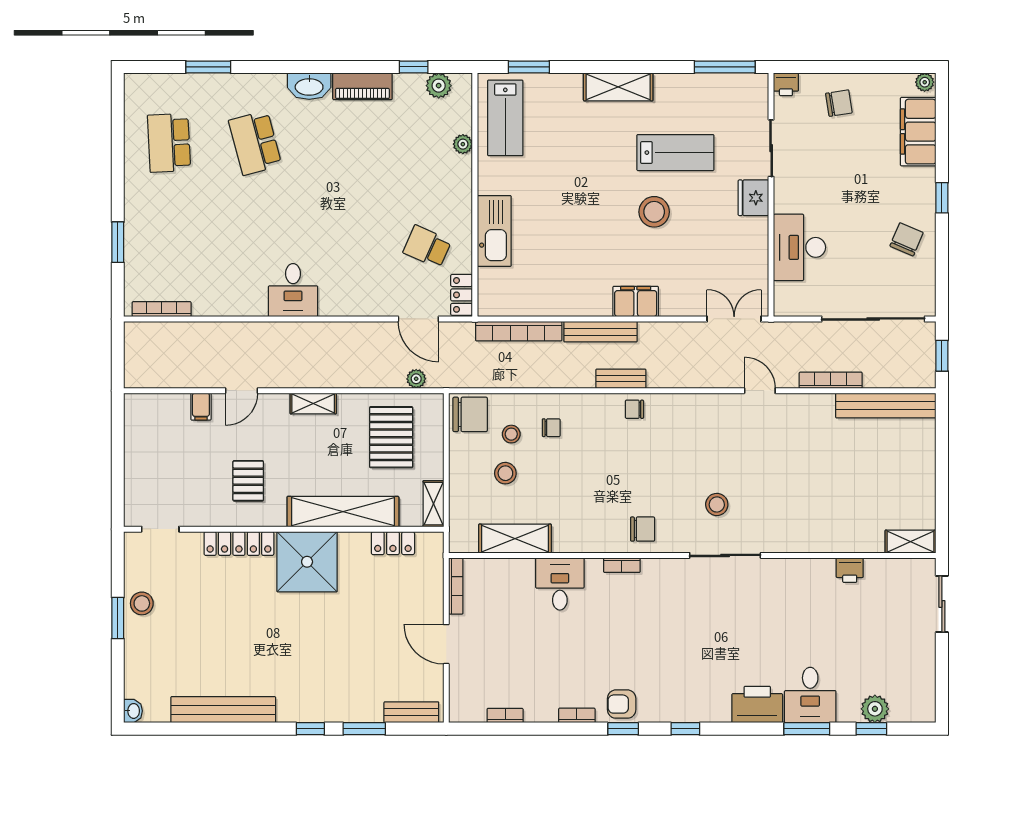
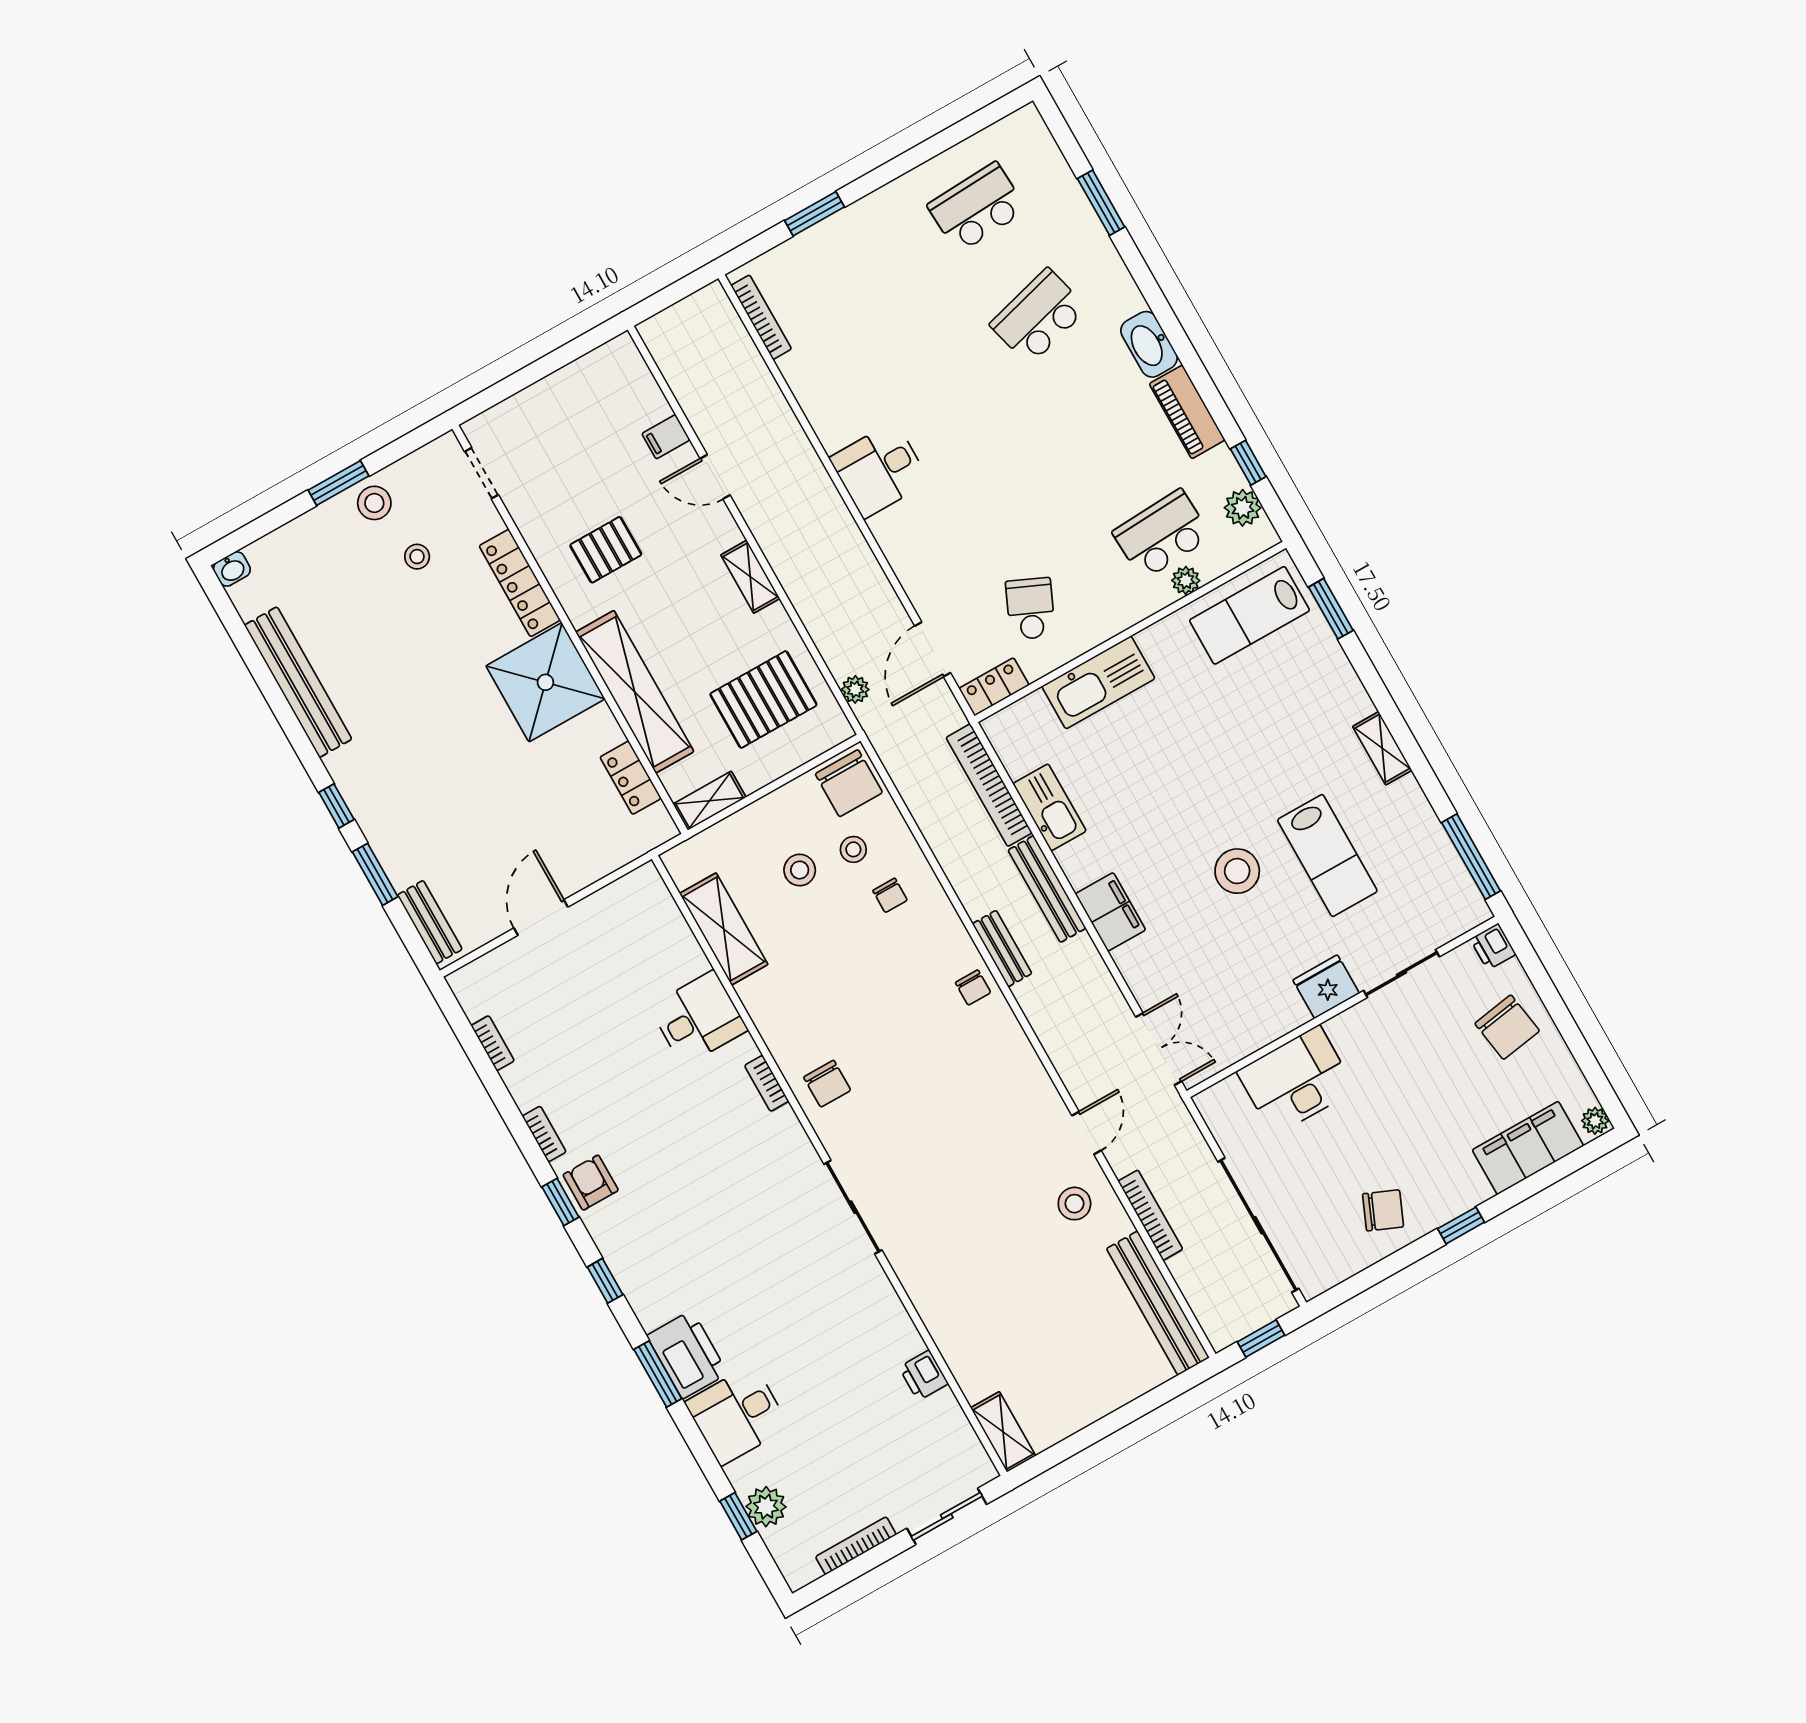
shelving: (618, 87) -> (1382, 748), width x0.67, depth x0.75
chair: (839, 103) -> (1507, 1027), width x1.37, depth x1.37
school desk: (427, 143) -> (1162, 534), added
kitchen sink: (552, 302) -> (1050, 807), added
chair: (634, 409) -> (973, 988), turned 180
stool: (717, 504) -> (1074, 1204), moved
bookcase: (456, 586) -> (856, 1546), moved, turned 180
stool: (188, 596) -> (417, 557), added
window: (807, 729) -> (658, 1374), moved

